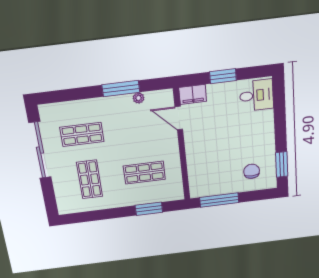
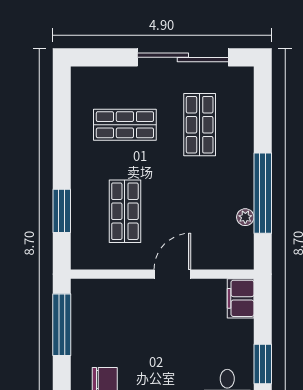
window: (223, 76) -> (263, 364), moved
window: (121, 89) -> (263, 193), width x1.46
door: (179, 118) -> (172, 274), moved

